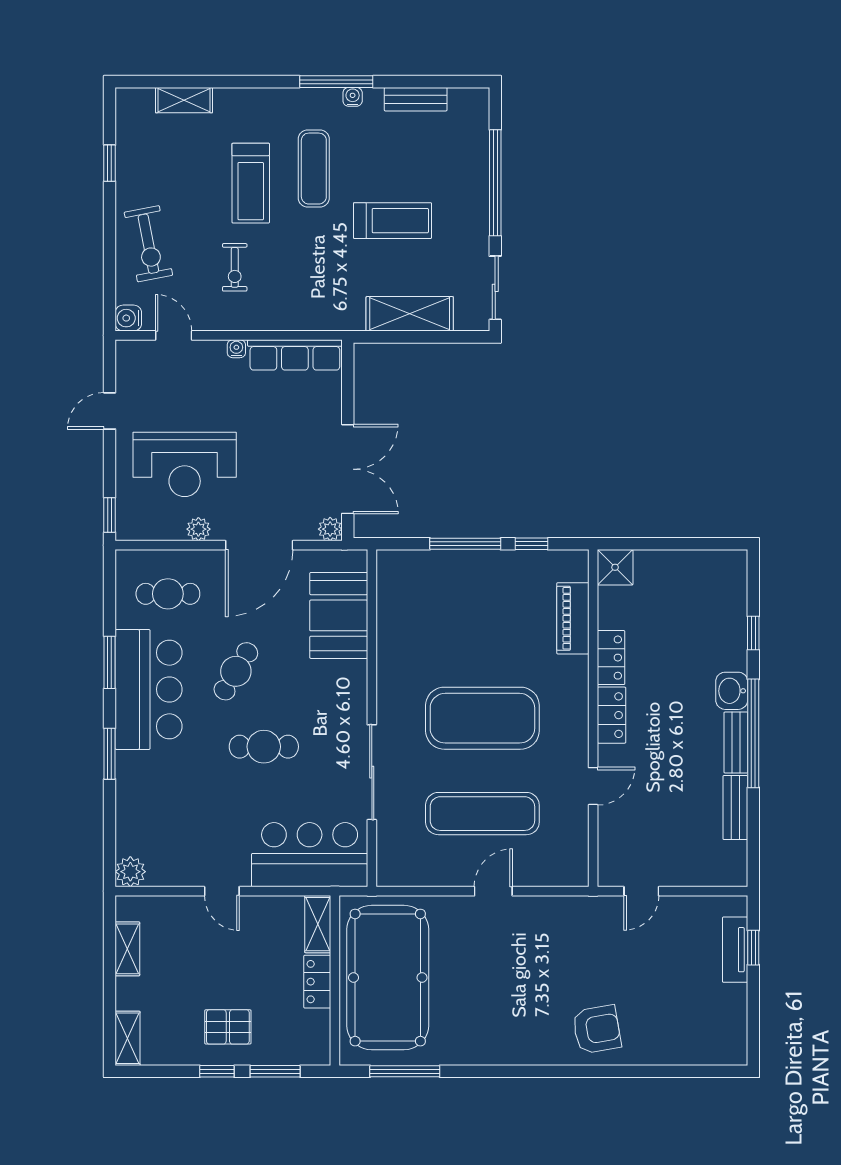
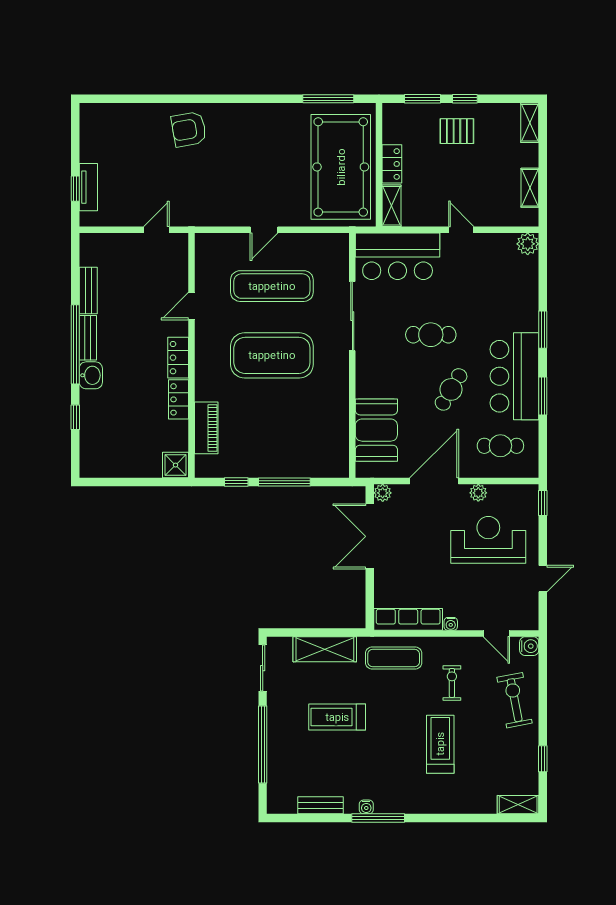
shelving: (184, 100) -> (518, 805), moved
exercise mat: (314, 169) -> (394, 658), moved, turned 90

